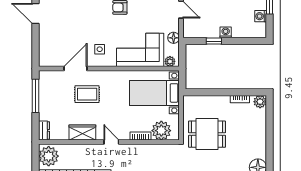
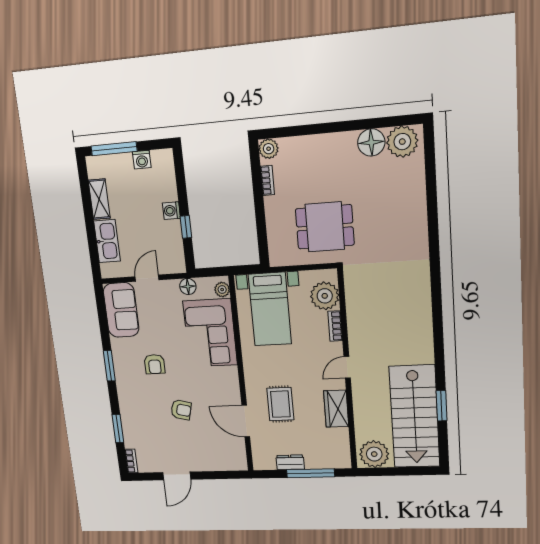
armchair: (86, 23) -> (181, 410), added
side table: (100, 49) -> (215, 389), removed
window: (35, 96) -> (311, 473), moved
dresser: (44, 130) -> (290, 462), moved
dining table: (207, 134) -> (325, 227), turned 90

